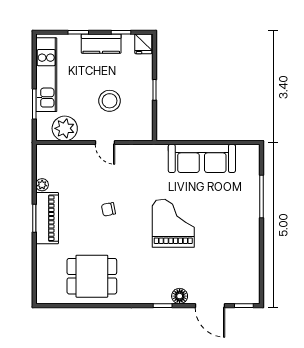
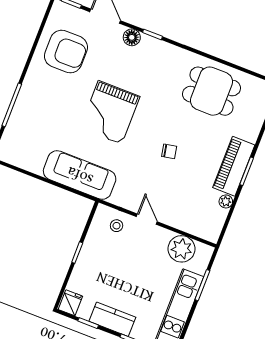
stool: (110, 101) -> (117, 226), moved, width x0.53, depth x0.53
sofa: (202, 158) -> (80, 175), moved
armchair: (232, 261) -> (66, 52), added

